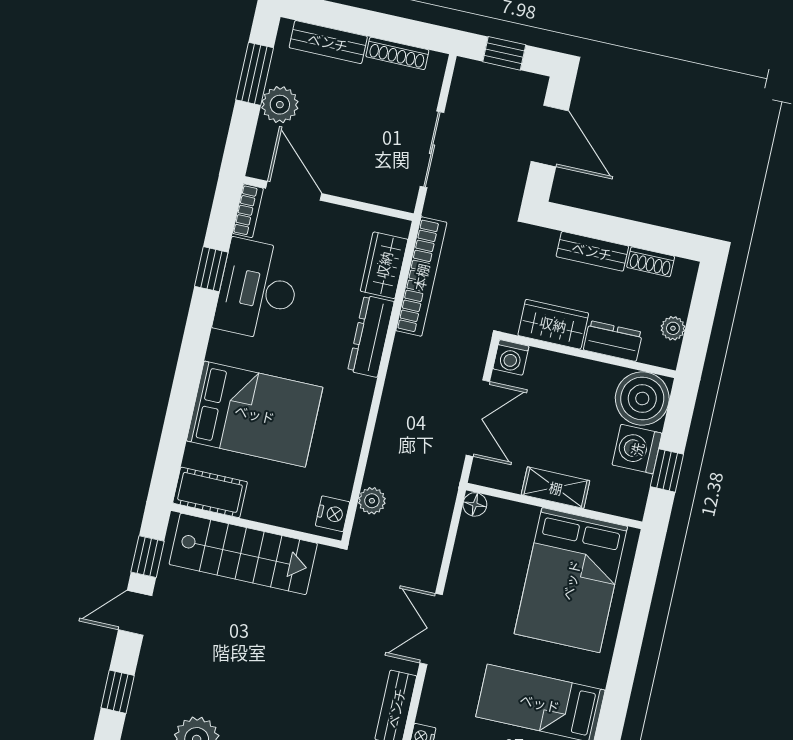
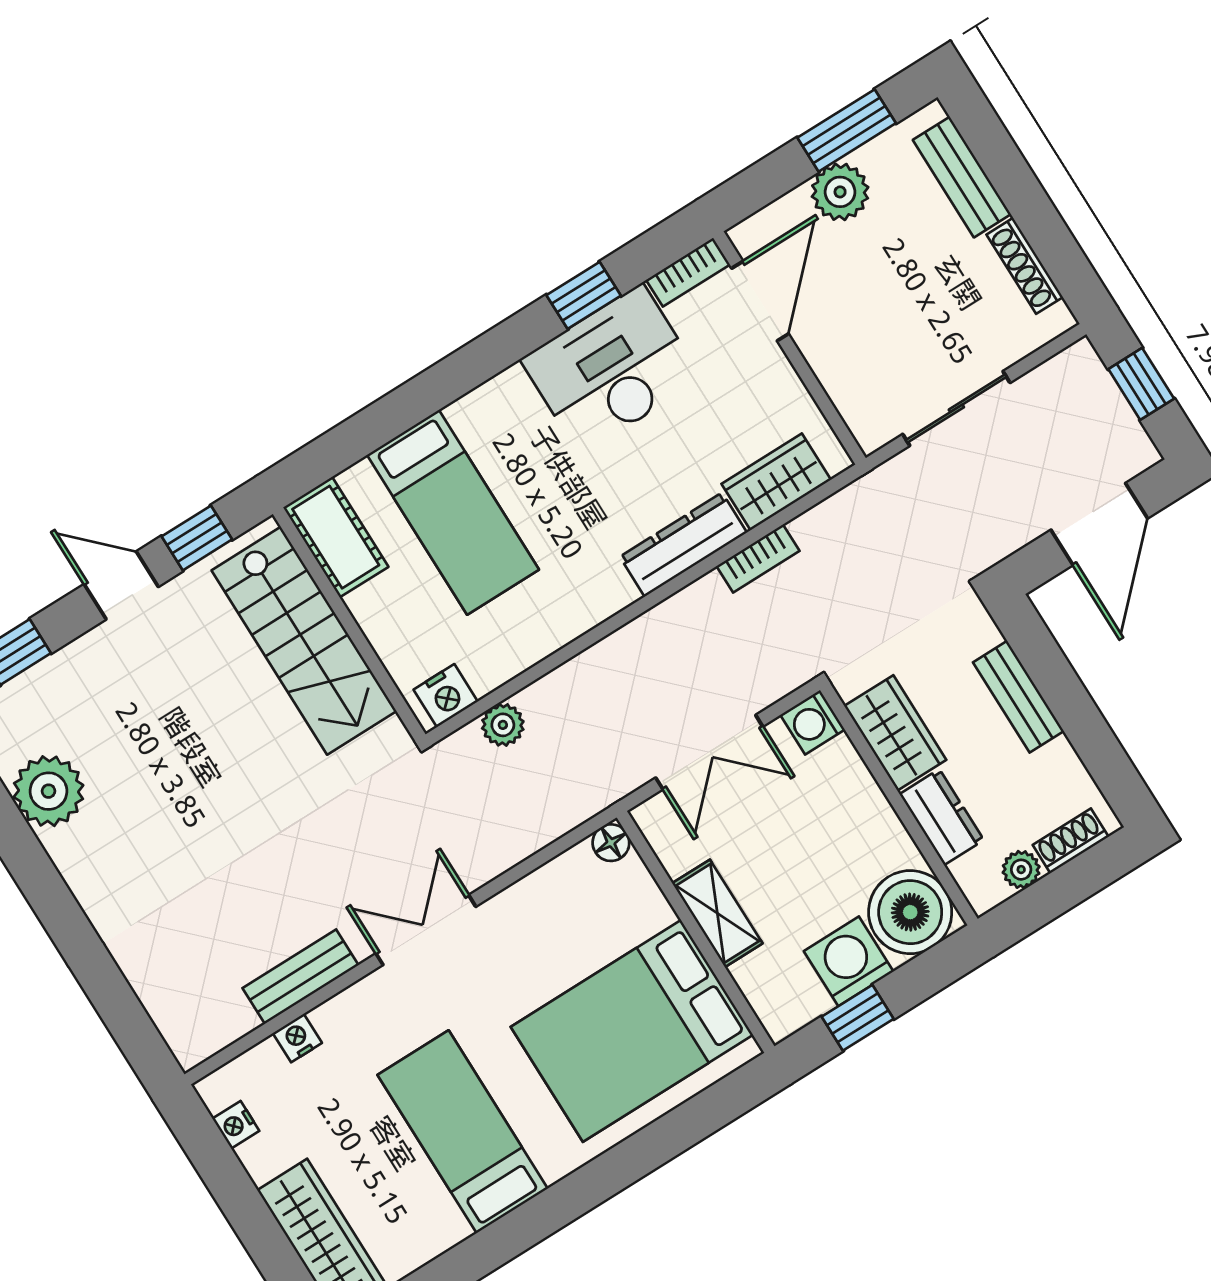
shoe rack: (651, 262) -> (1071, 841), moved, turned 90
bookcase: (421, 277) -> (758, 559), width x0.43, depth x0.76
bed: (255, 414) -> (453, 512), width x0.67

